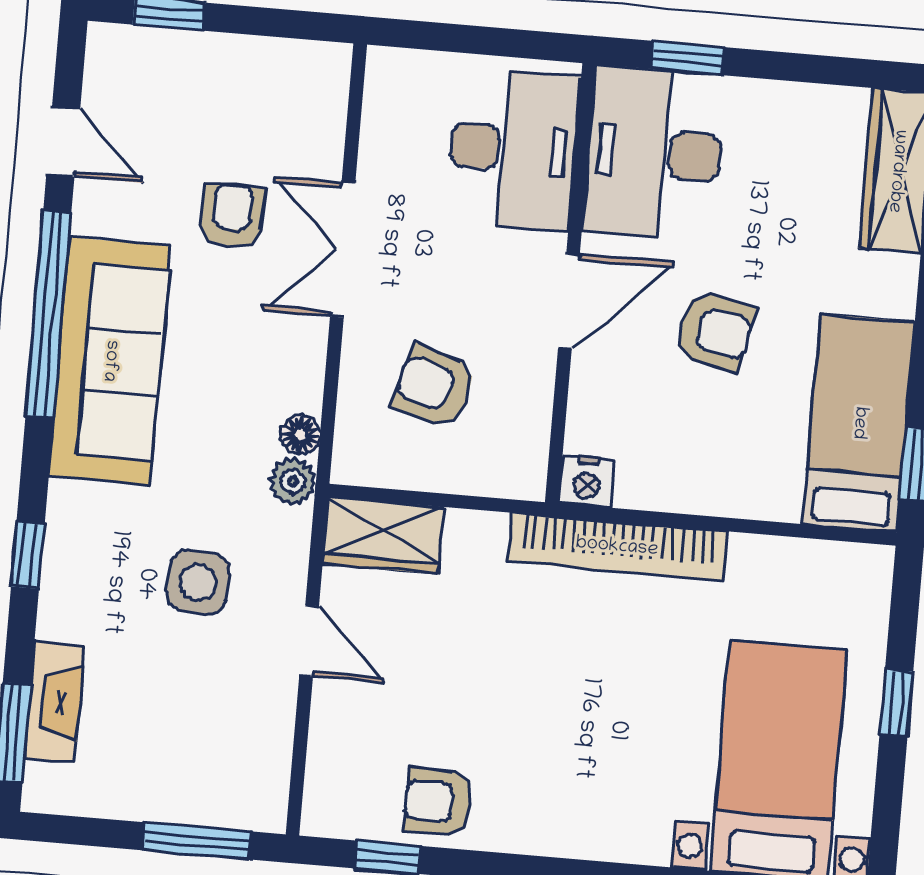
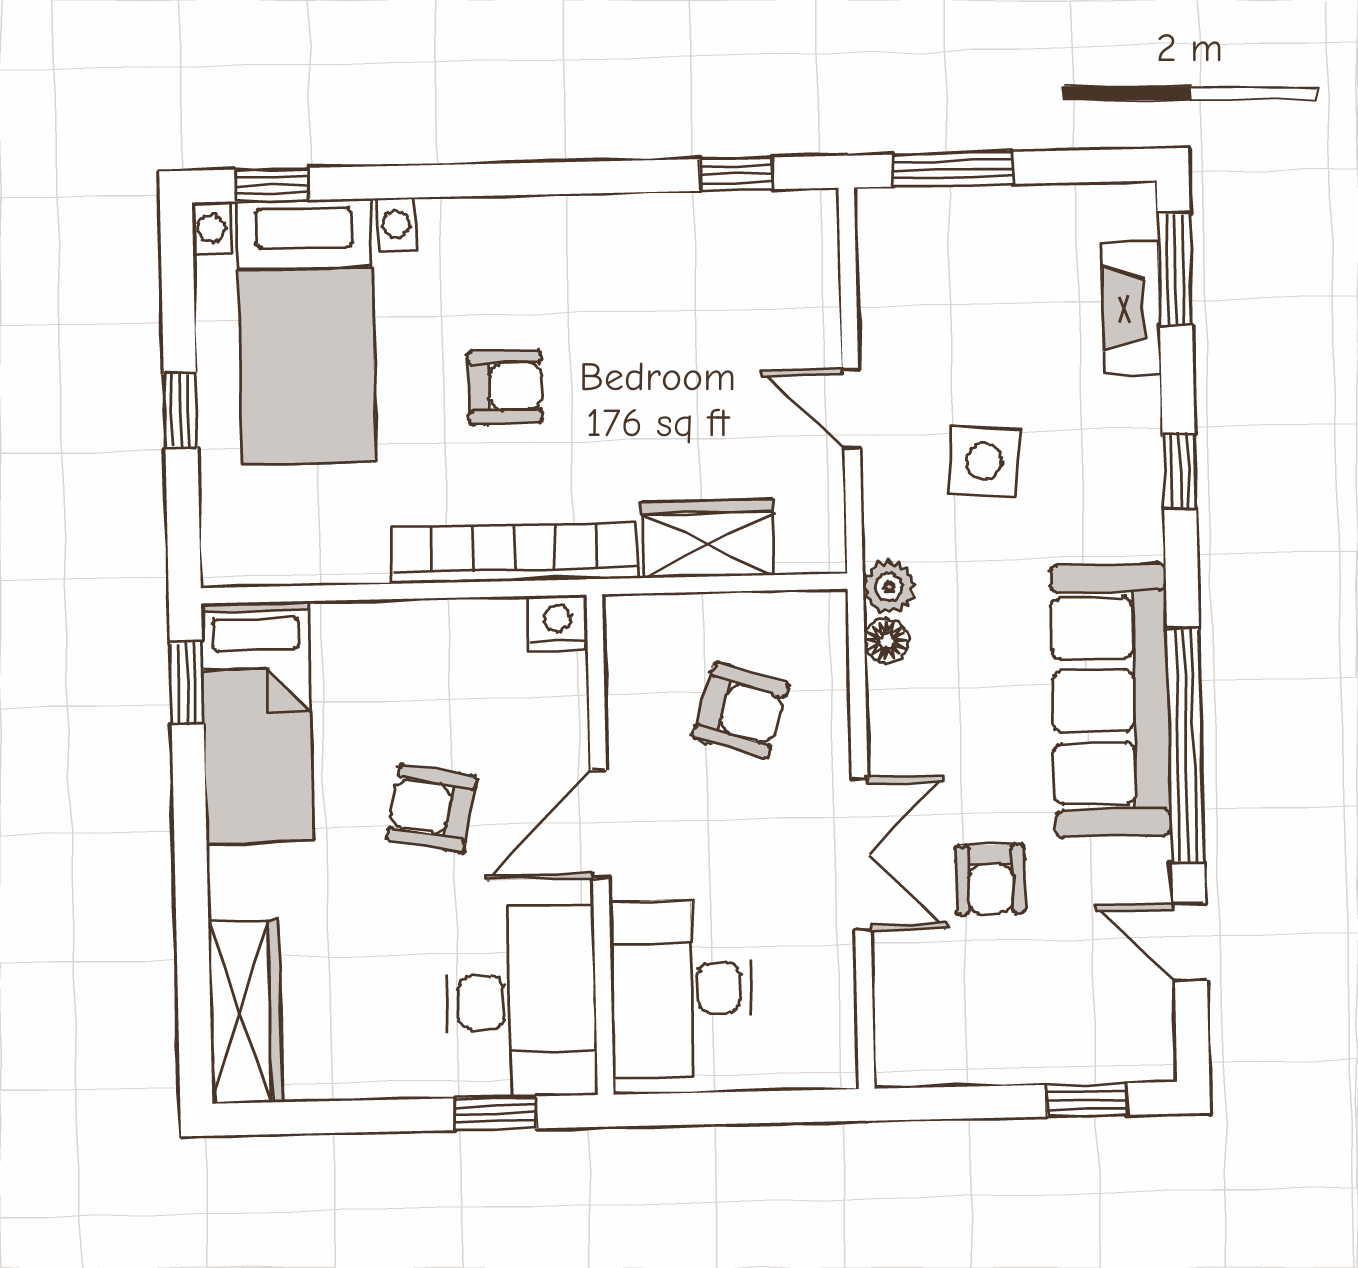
wardrobe: (383, 535) -> (708, 539), moved
armchair: (438, 802) -> (505, 387), moved

